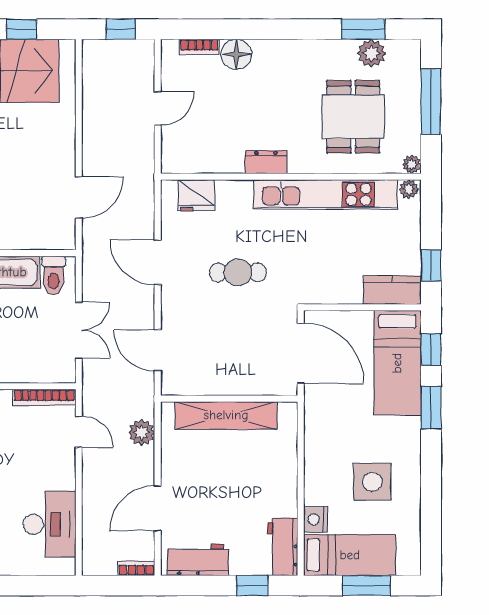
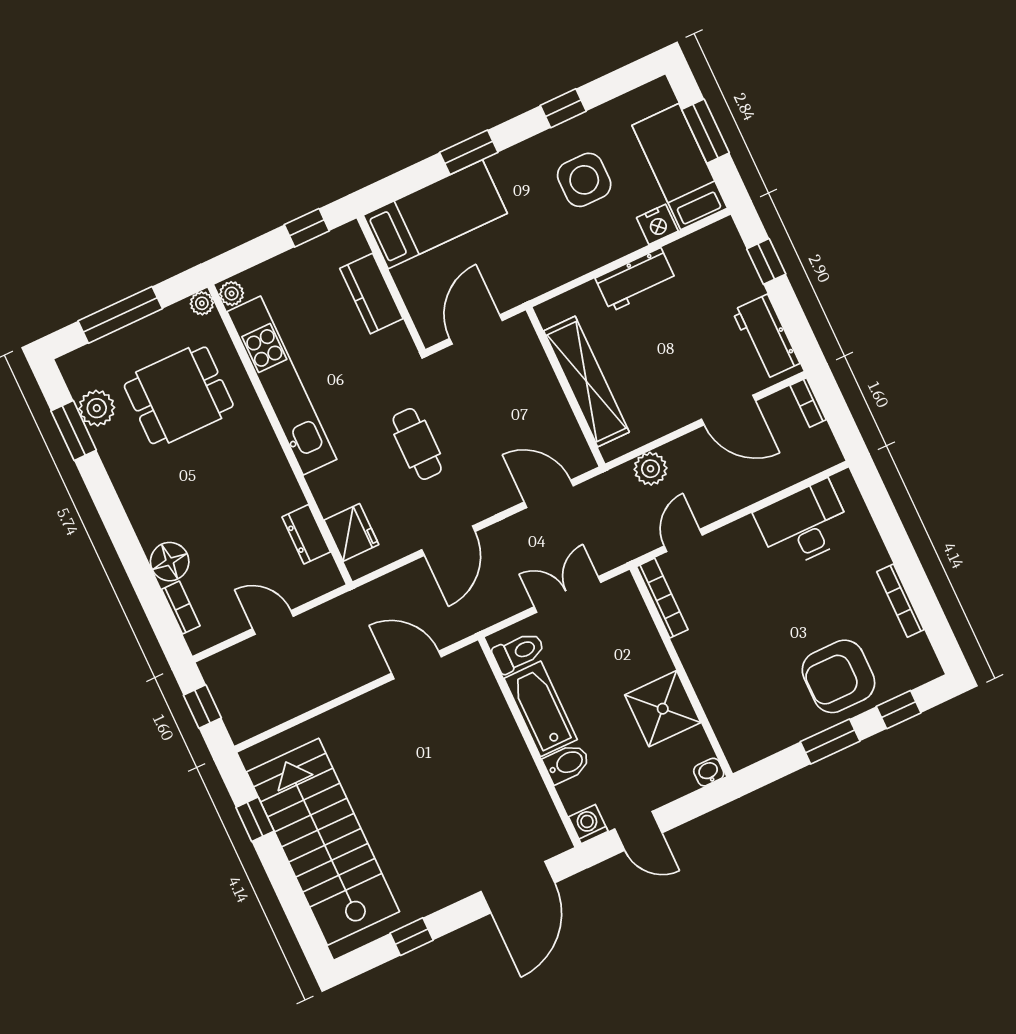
dresser: (266, 162) -> (306, 534), moved
kitchen counter: (392, 290) -> (371, 294), moved
window: (431, 349) -> (563, 108), moved
door: (158, 350) -> (549, 494), swing flipped
door: (301, 353) -> (476, 330), width x0.73
workbench: (283, 547) -> (636, 280), moved

